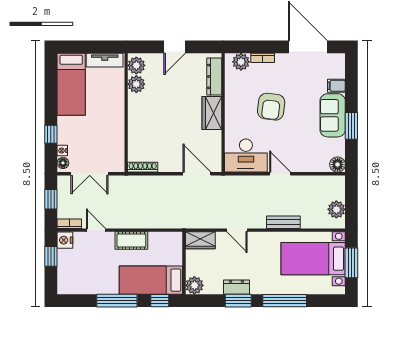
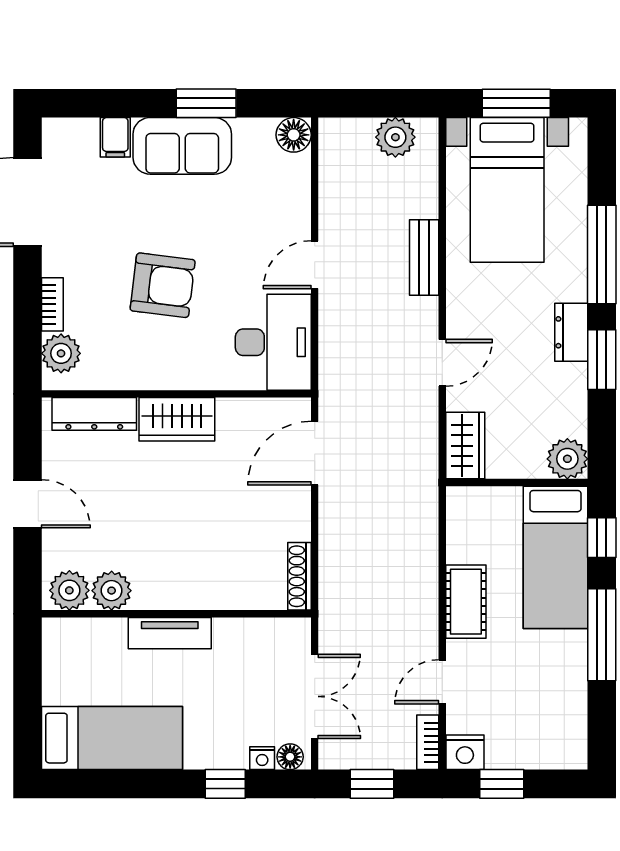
tv unit: (105, 60) -> (170, 633), moved, turned 90
dresser: (237, 287) -> (571, 332), moved

